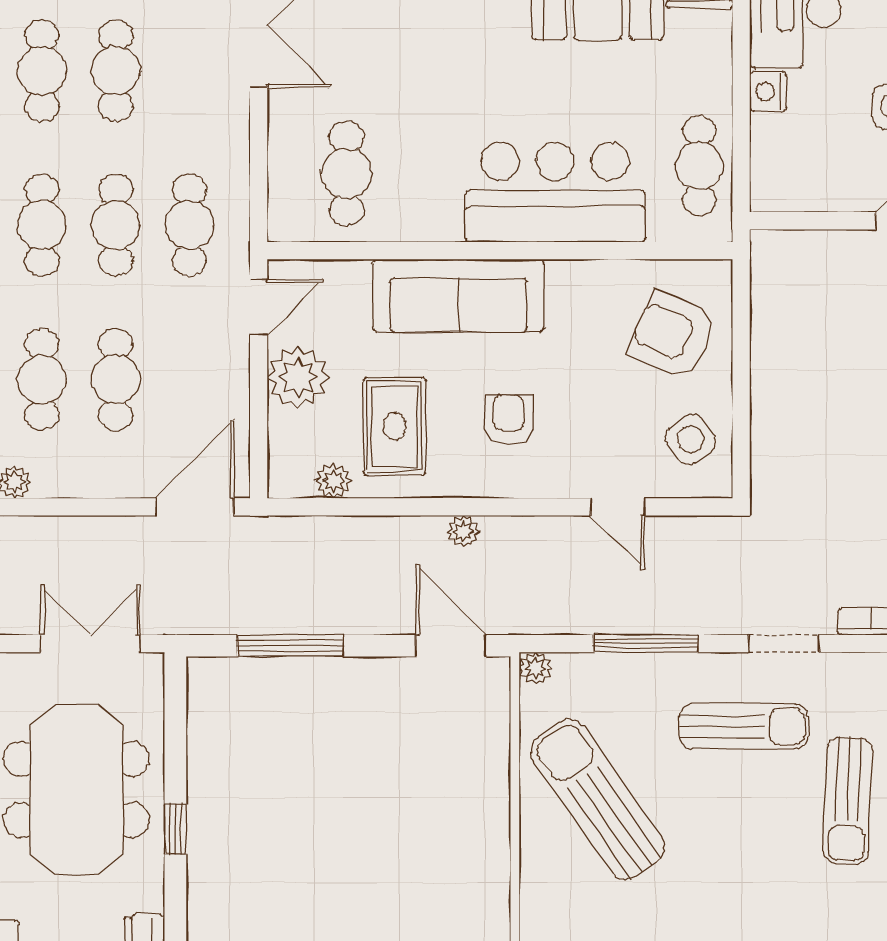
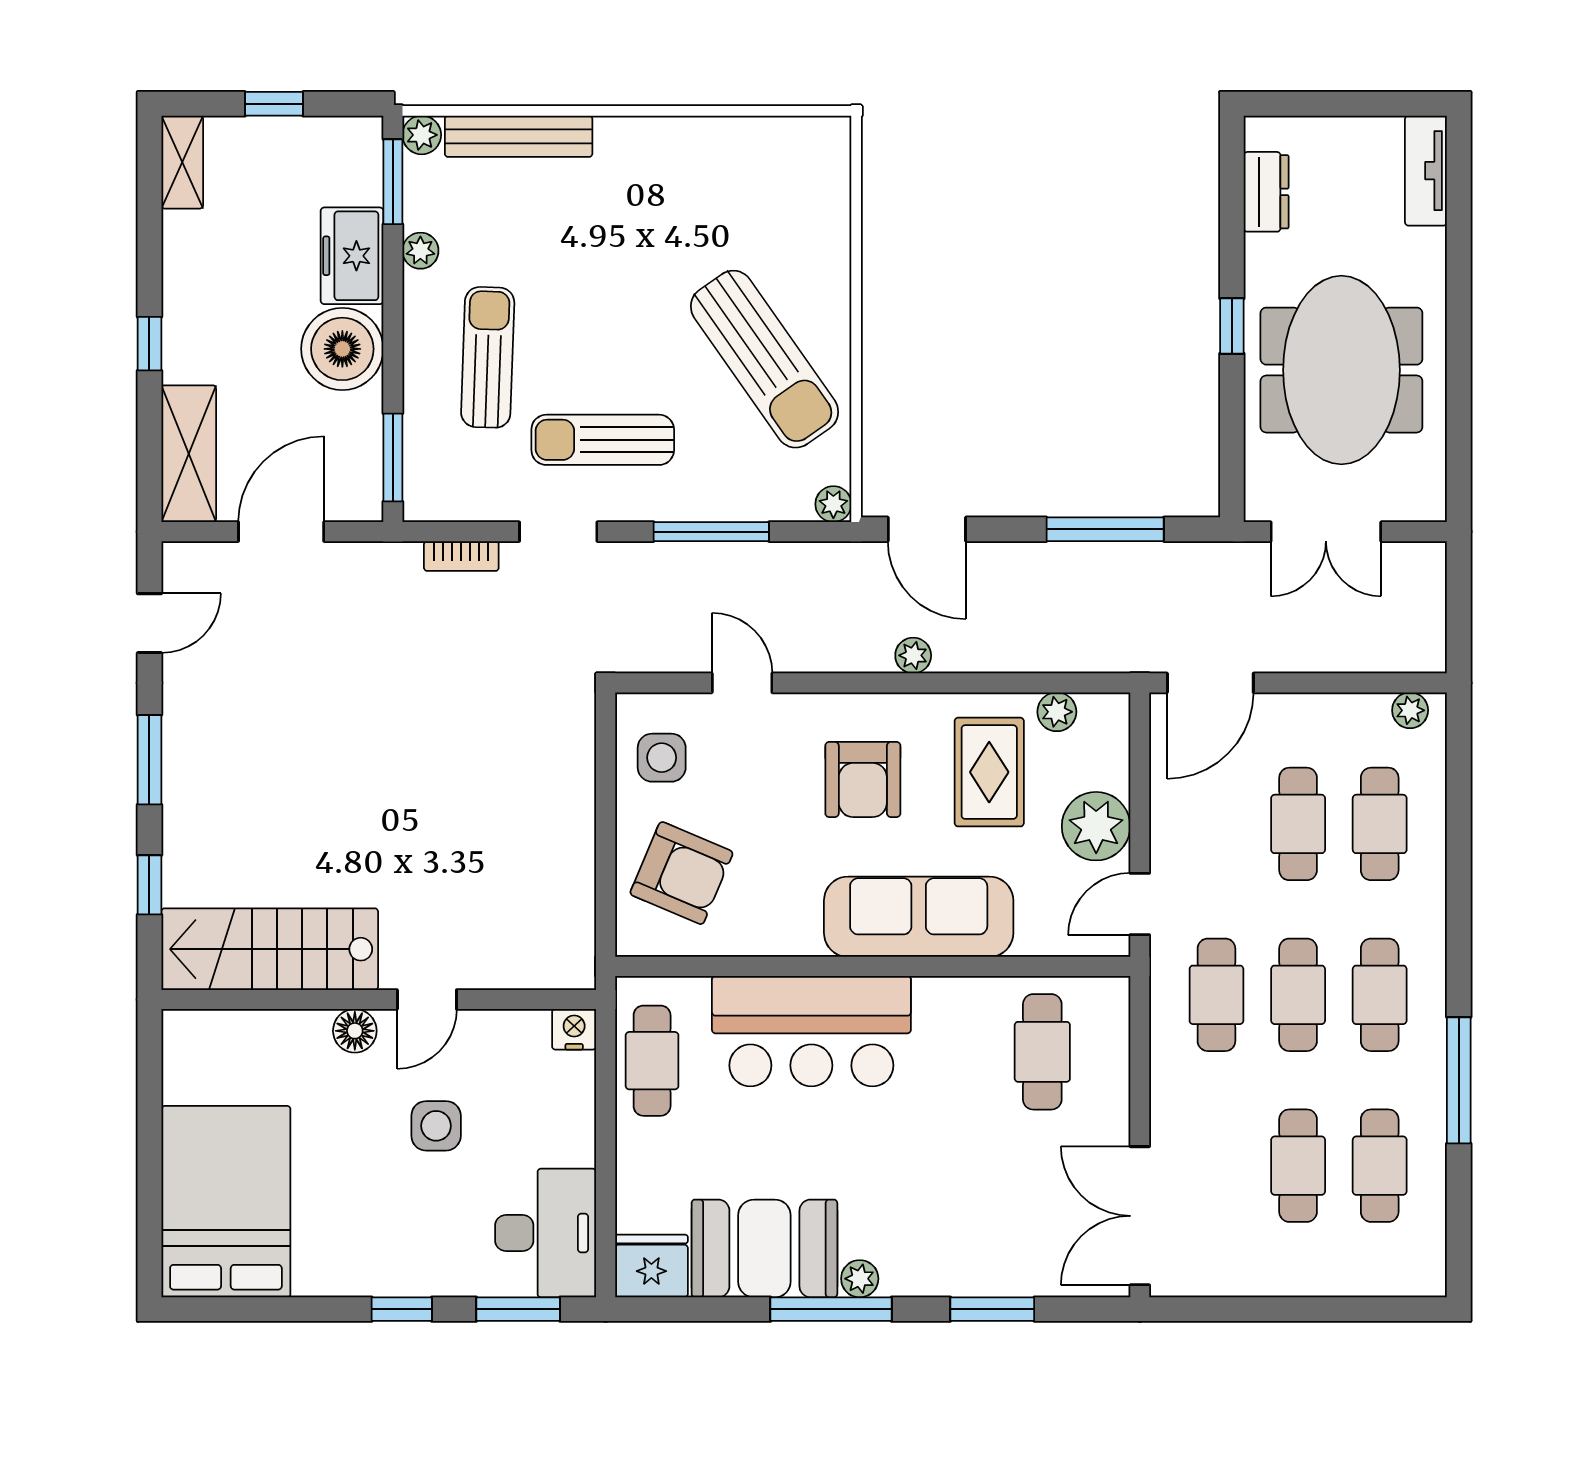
nightstand: (768, 91) -> (574, 1029), moved, turned -90
armchair: (509, 420) -> (863, 779), width x1.38, depth x1.38
side table: (691, 439) -> (662, 758), turned 35

